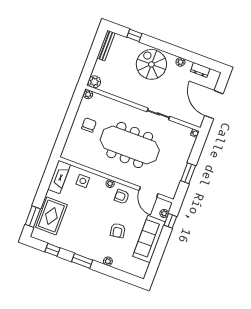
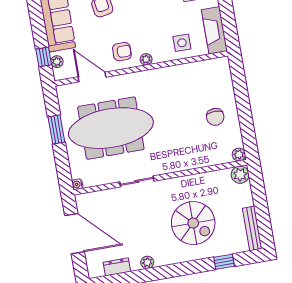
spiral stairs: (151, 64) -> (193, 223), moved
meeting table: (130, 145) -> (111, 128), moved

